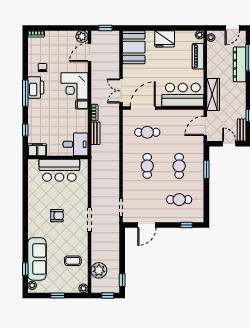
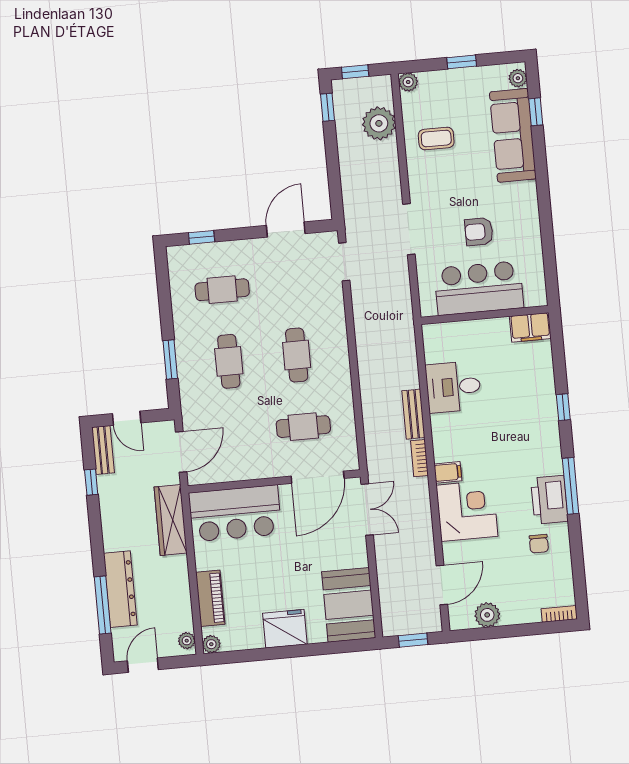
plant: (82, 37) -> (487, 615), moved
filing cabinet: (37, 150) -> (530, 327), moved
wall: (58, 157) -> (485, 315), moved
bar counter: (59, 170) -> (479, 288), moved

